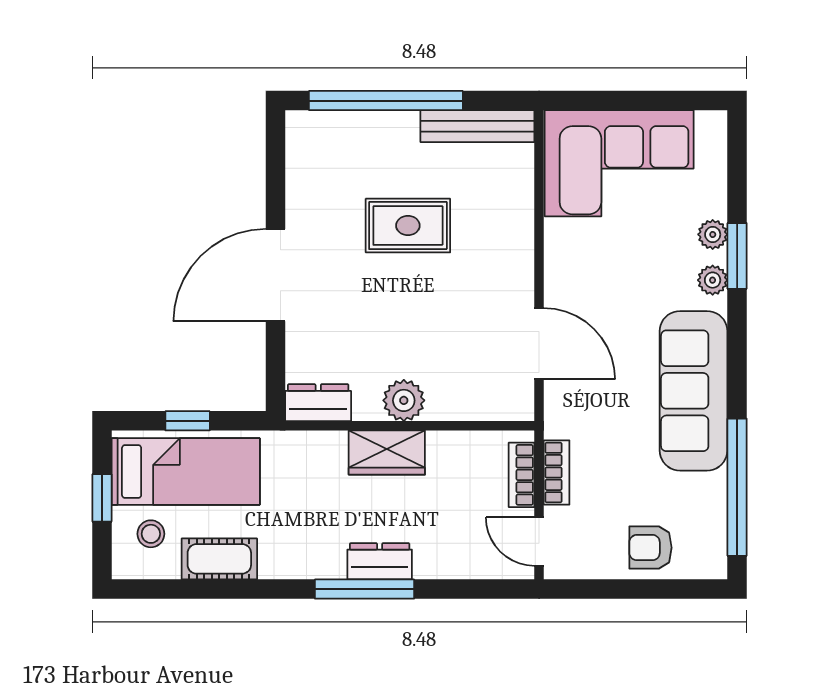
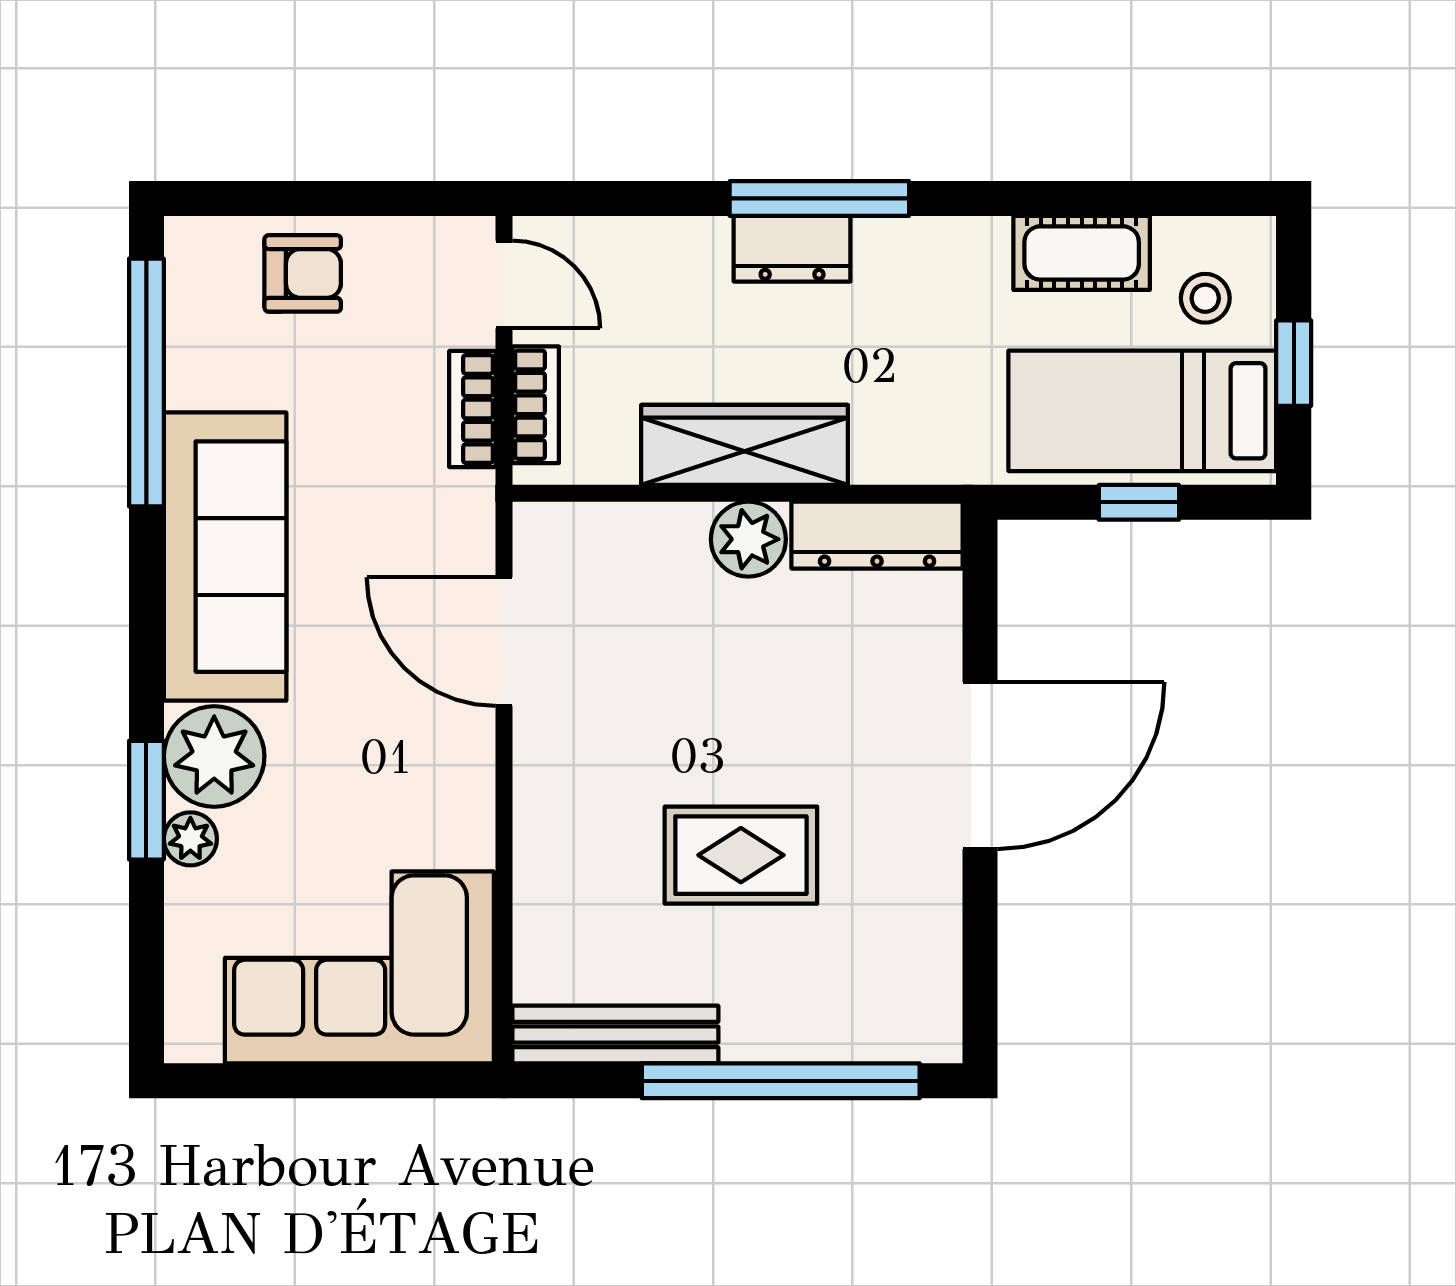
plant: (713, 280) -> (214, 756), width x1.87, depth x1.87
dresser: (318, 403) -> (877, 535), width x1.44
wardrobe: (387, 453) -> (745, 445), width x1.50

